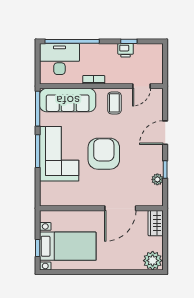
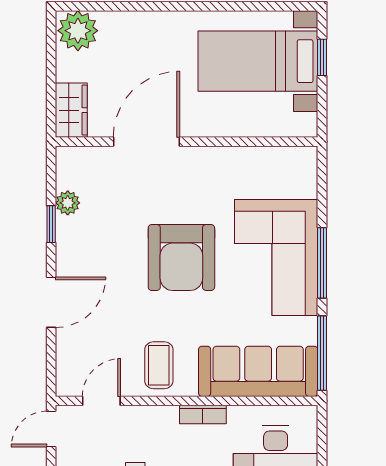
door: (165, 73) -> (51, 429), added

